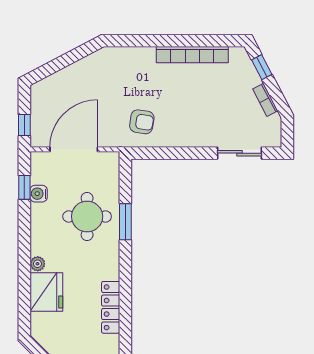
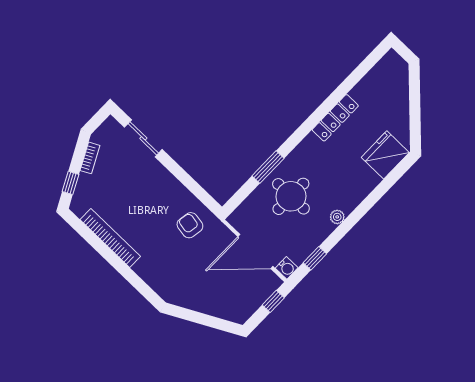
water cooler: (39, 194) -> (287, 268), moved
plant: (38, 264) -> (337, 217), moved
fridge: (46, 292) -> (385, 155), moved

